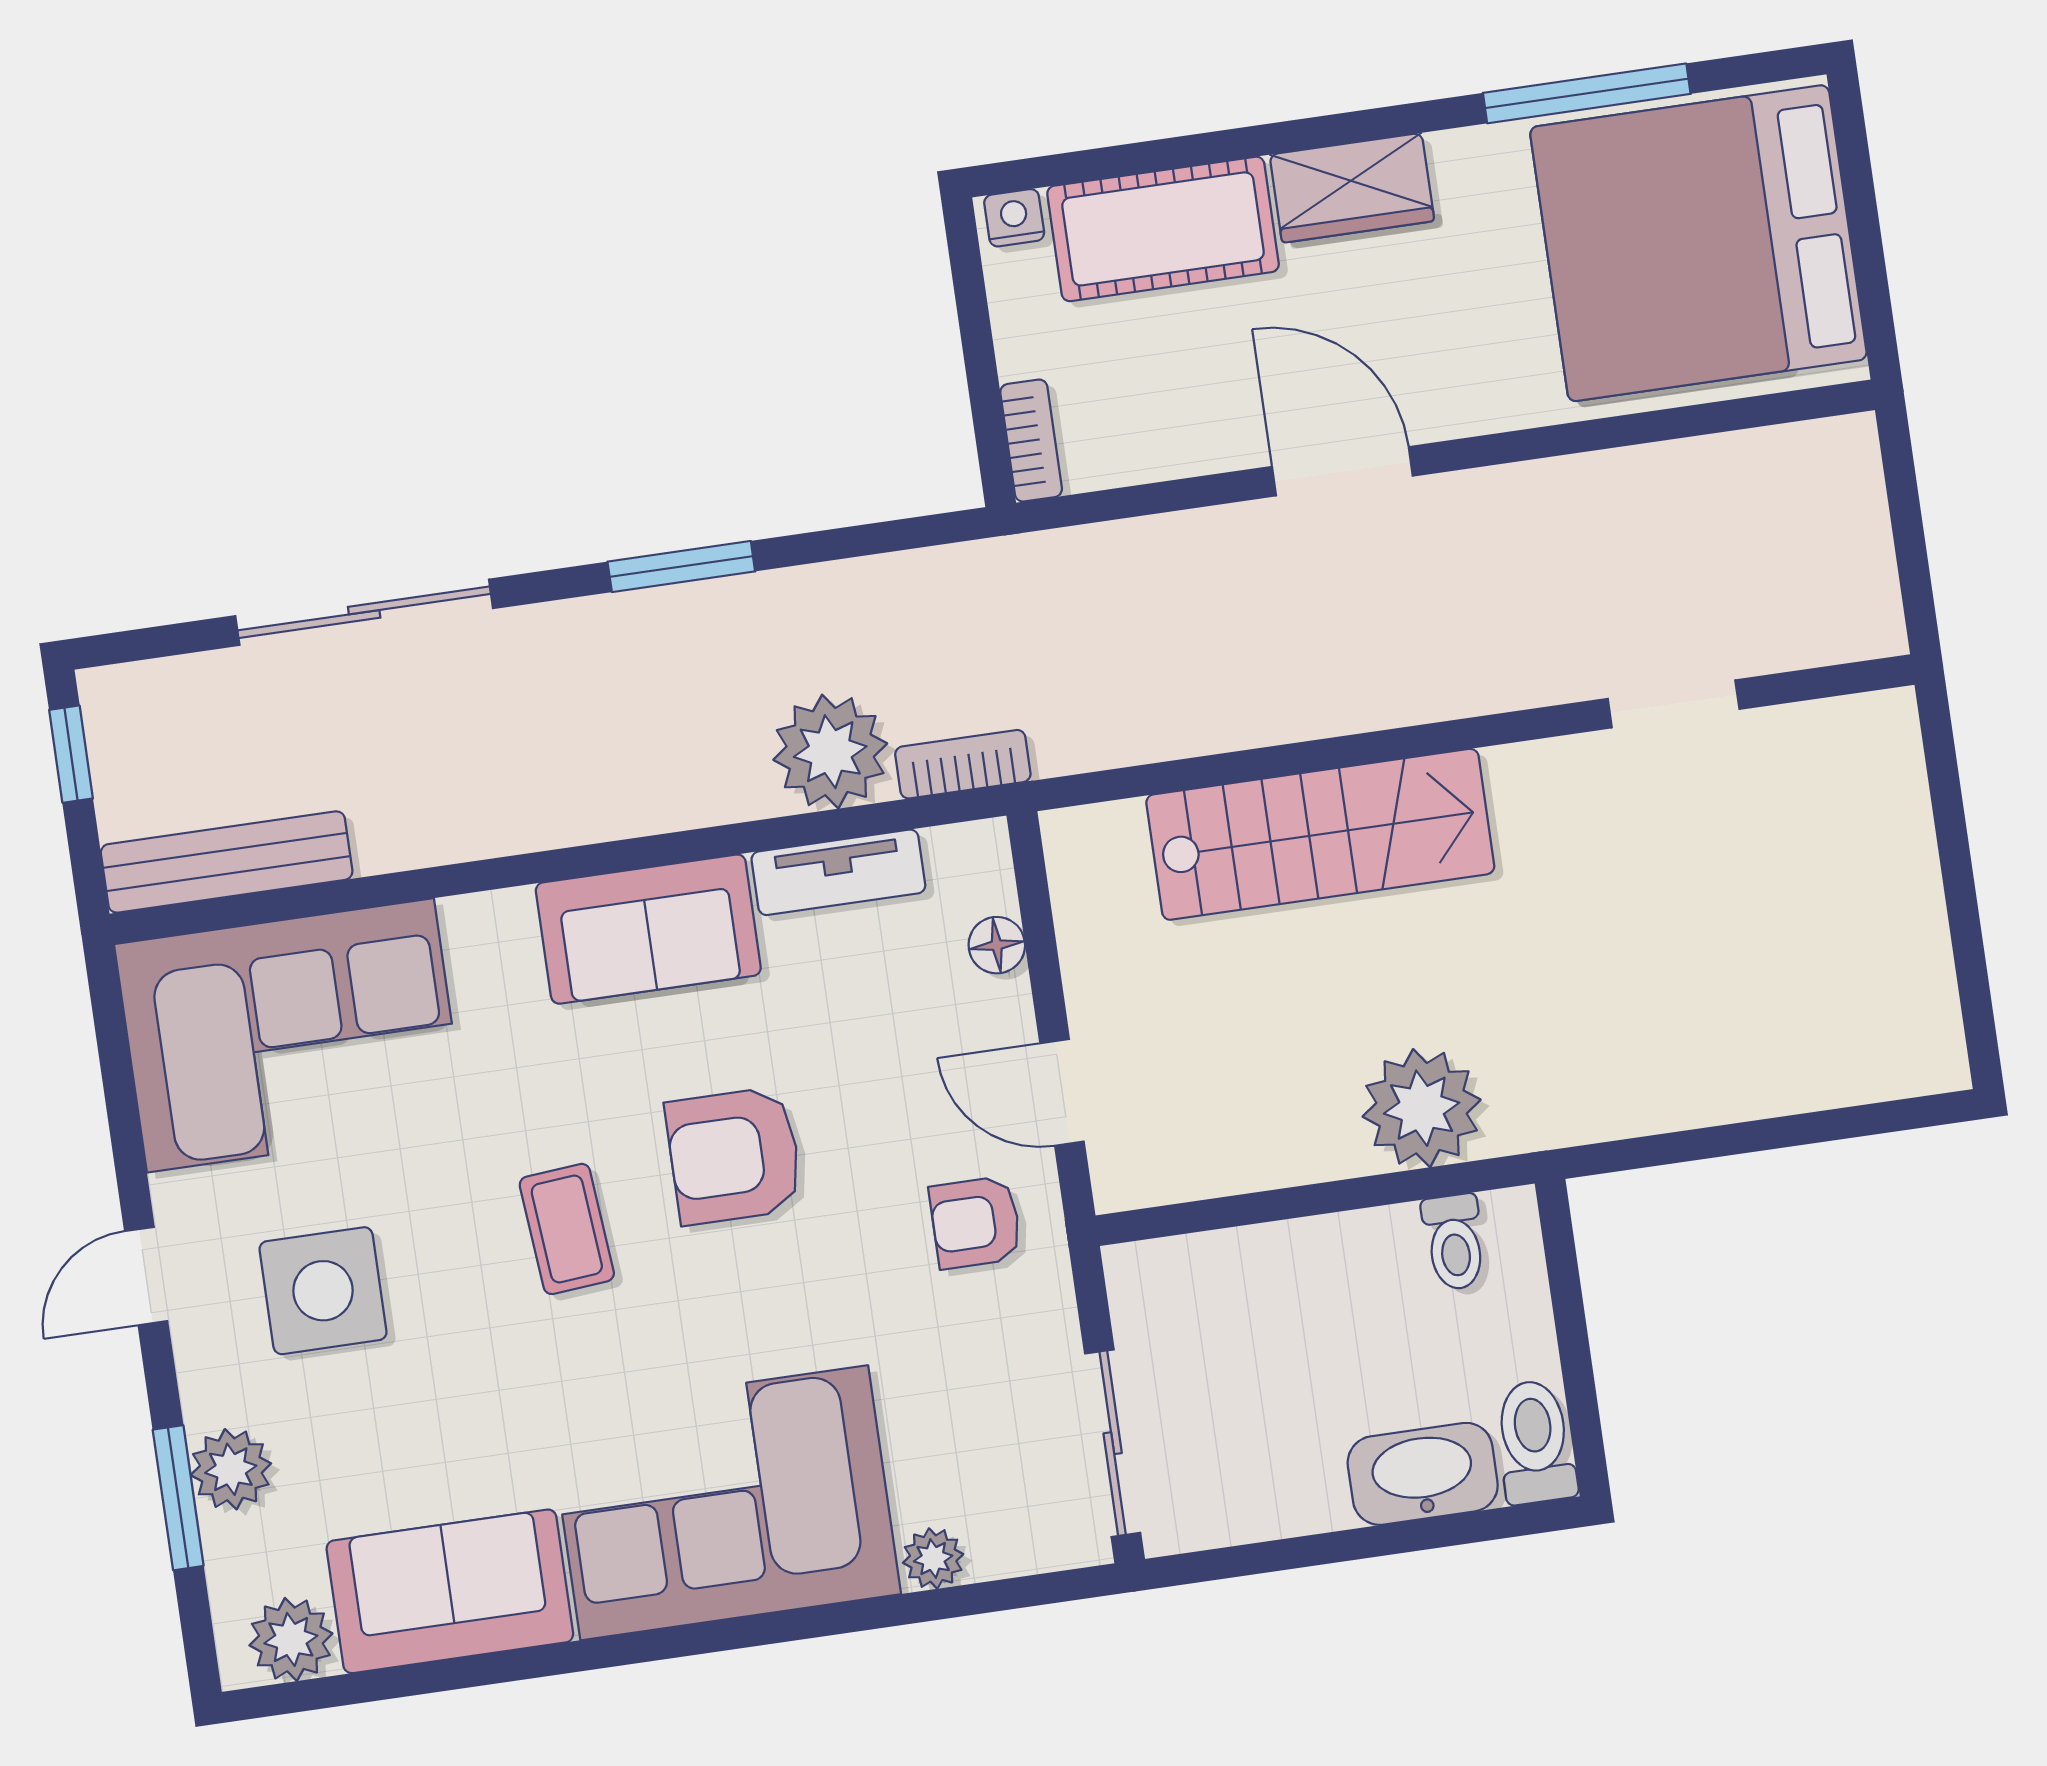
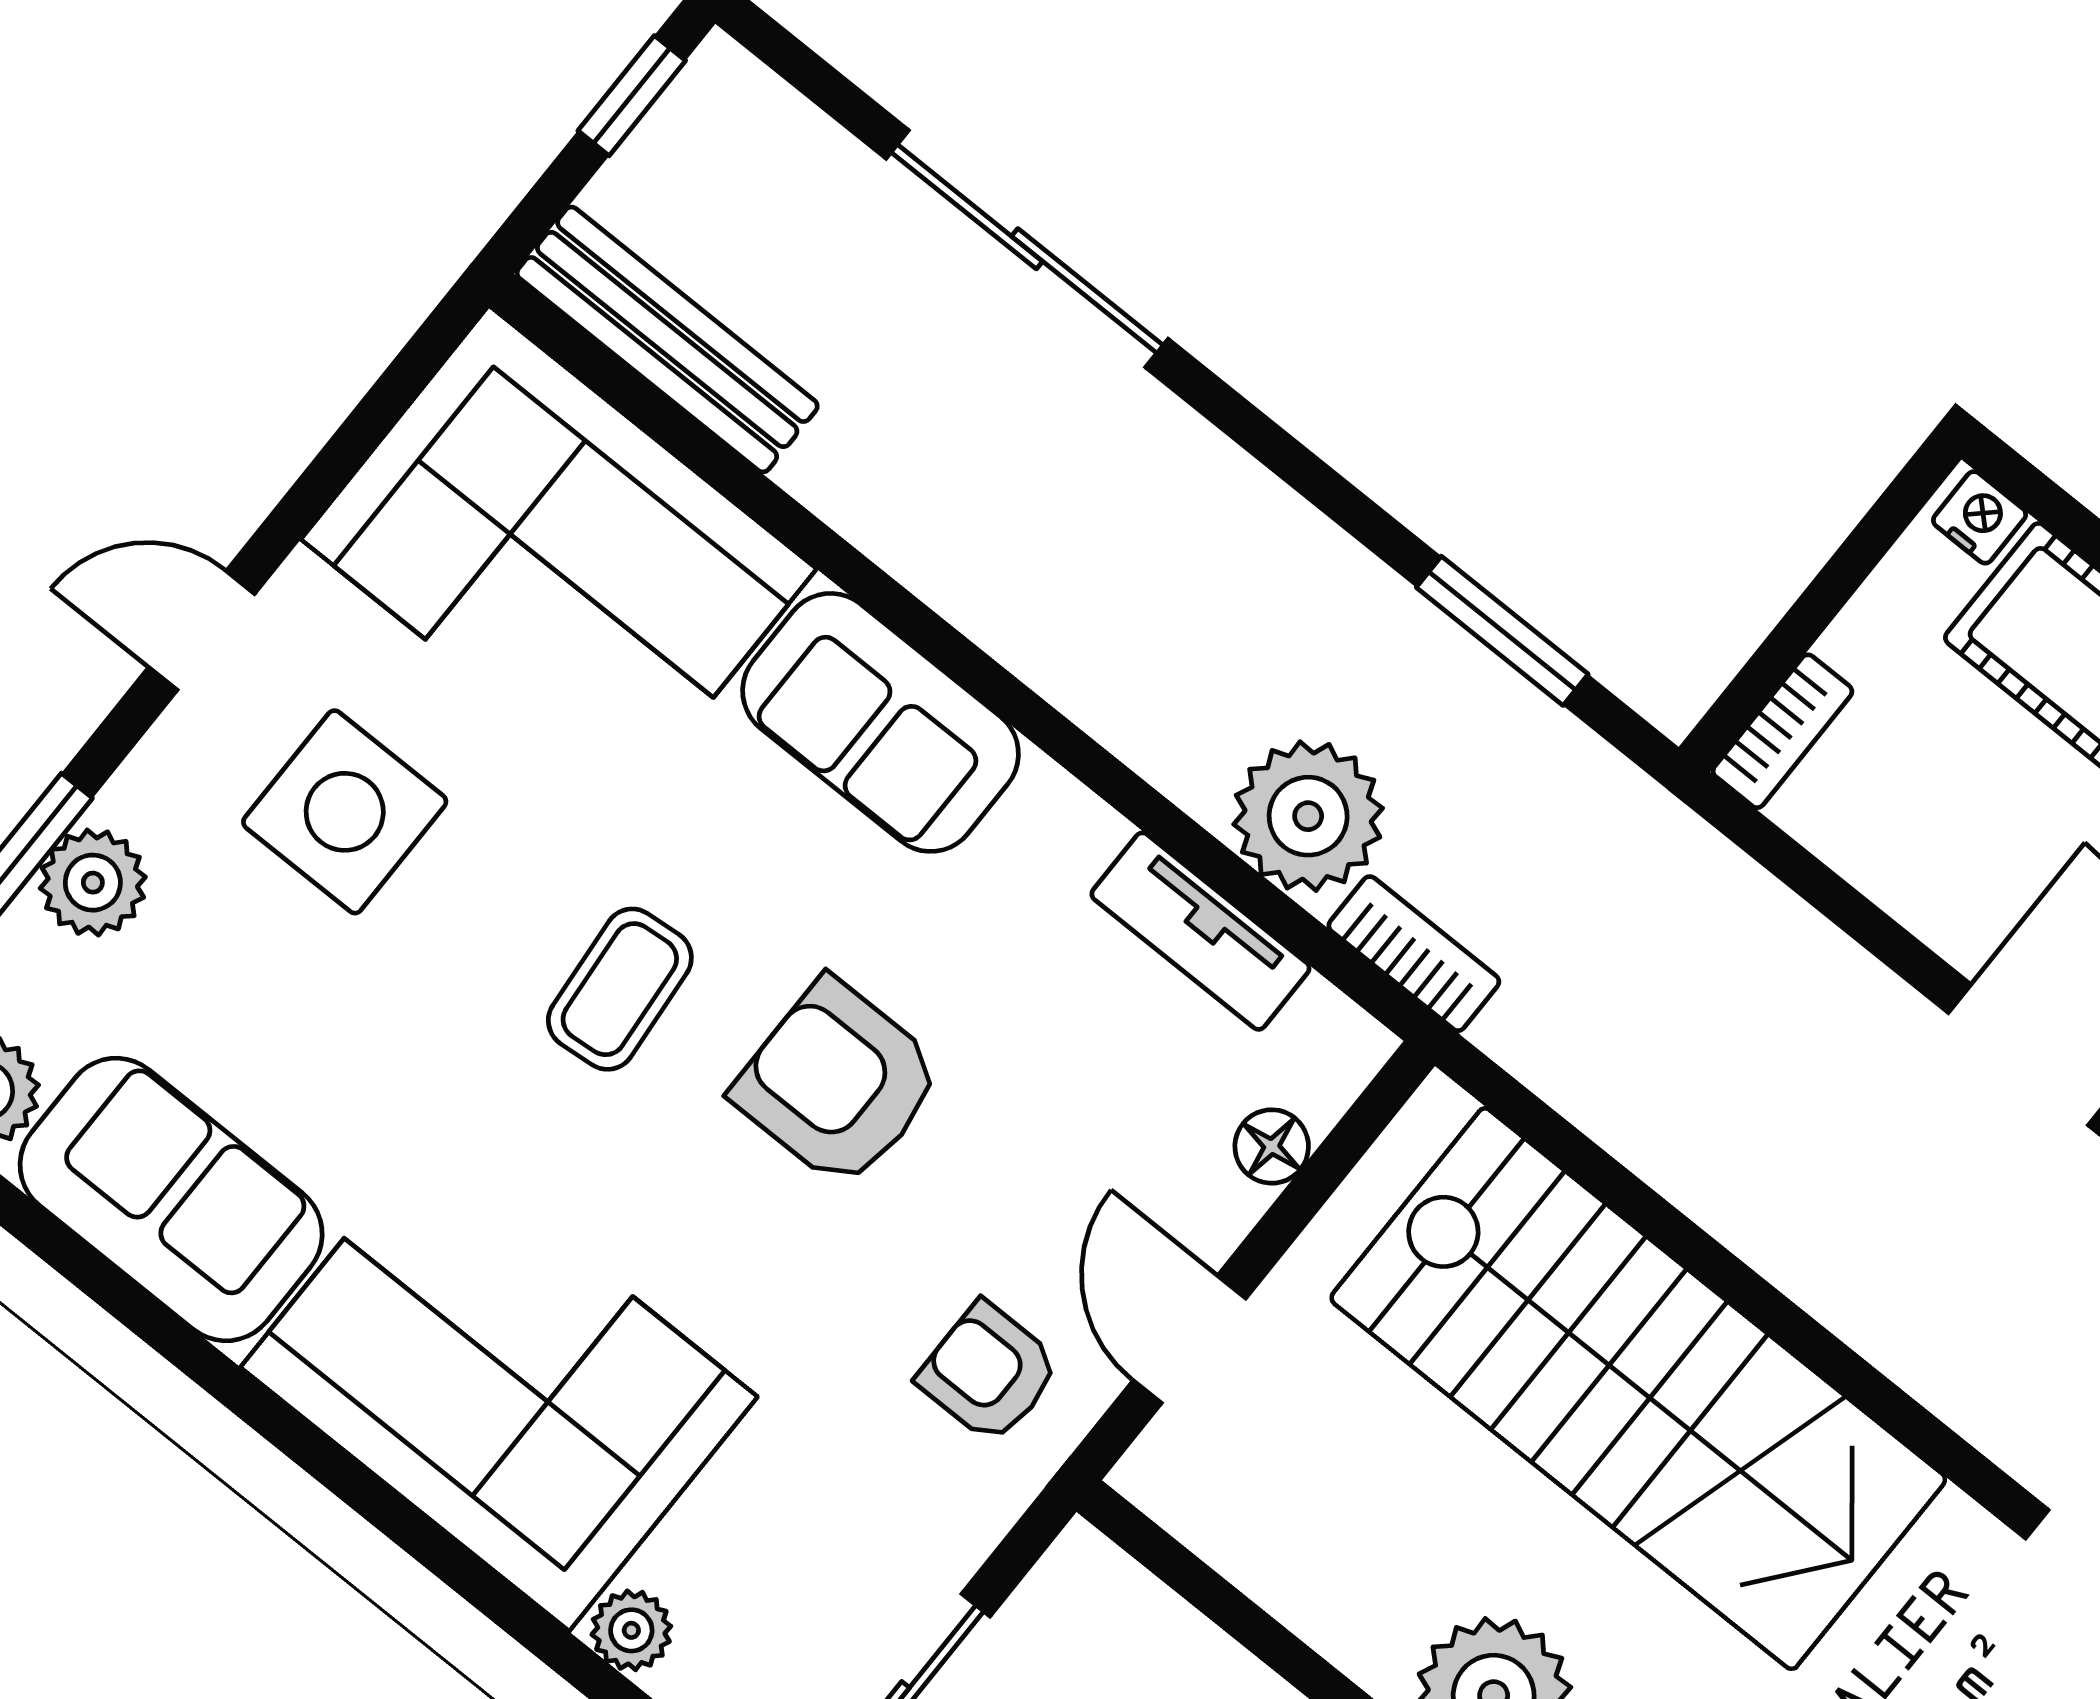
window: (681, 567) -> (1502, 631), moved
stairs: (1320, 834) -> (1638, 1389), width x1.36, depth x1.51
sofa: (648, 929) -> (881, 722), moved

